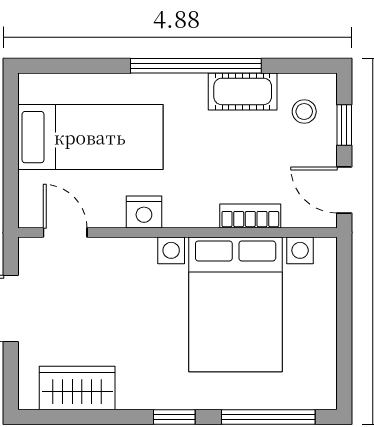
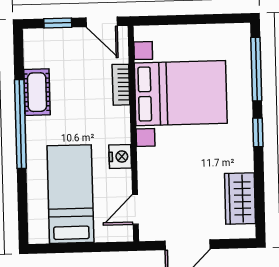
stool: (304, 112) -> (49, 50), removed
door: (344, 190) -> (102, 22), hinge flipped

